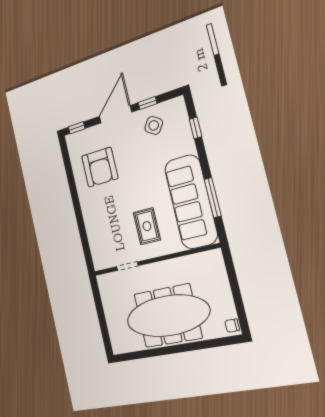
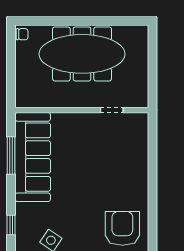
armchair: (100, 167) -> (122, 228), moved
rug: (147, 226) -> (82, 145), removed

